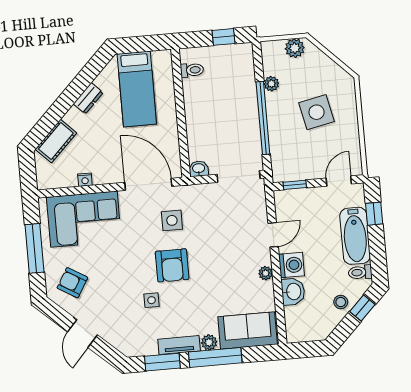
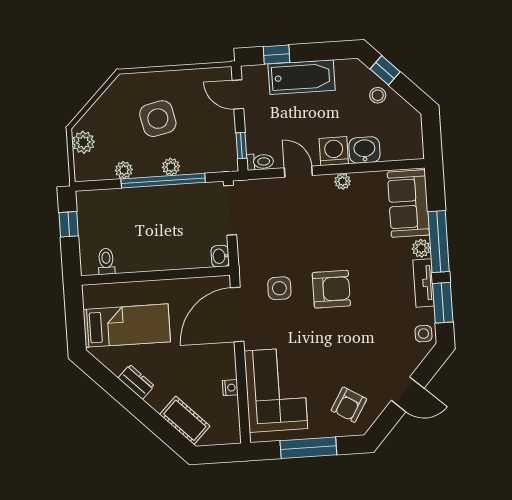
plant: (275, 124) -> (171, 167), added
toilet: (360, 272) -> (260, 162), moved, turned -90
side table: (152, 300) -> (423, 334), moved

